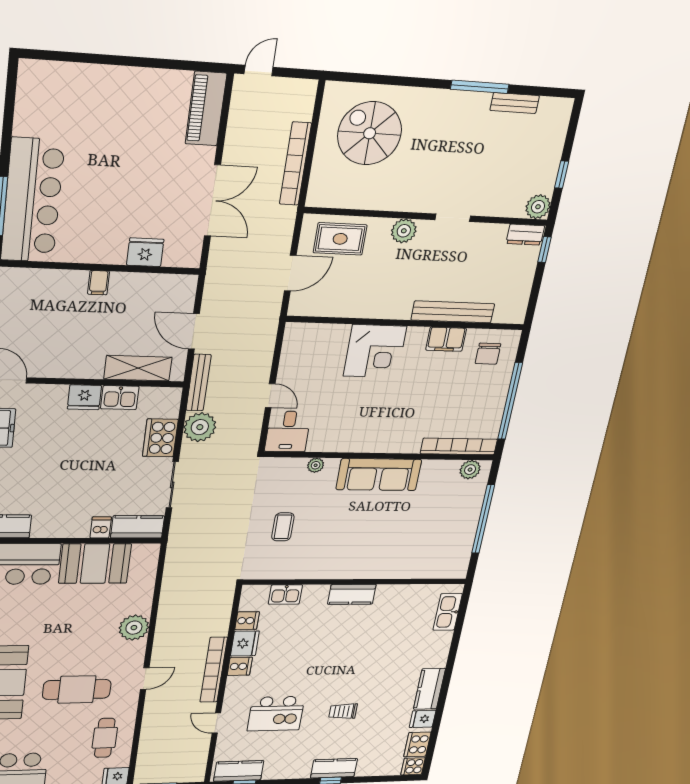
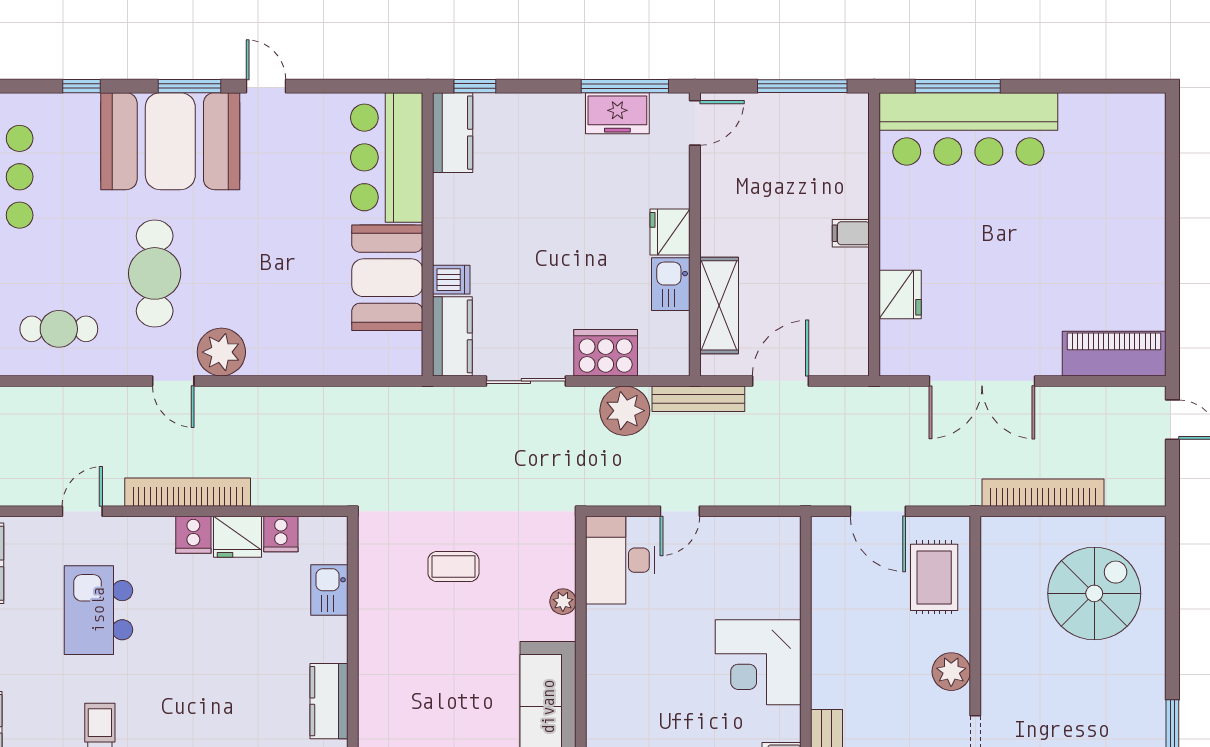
desk: (288, 431) -> (620, 560), width x1.37
plant: (134, 628) -> (221, 352), moved

